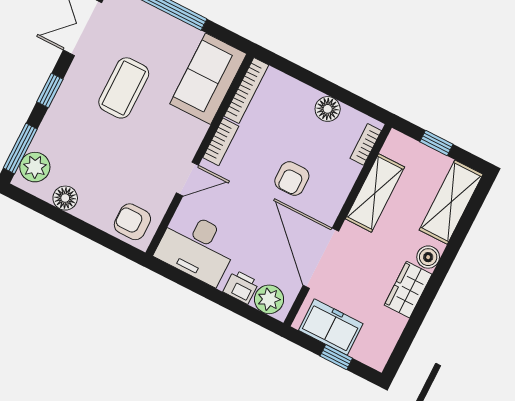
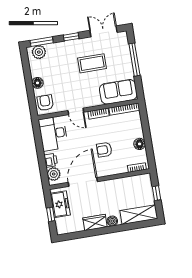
shelving: (375, 193) -> (122, 184), removed
floor lamp: (65, 198) -> (38, 83), moved

